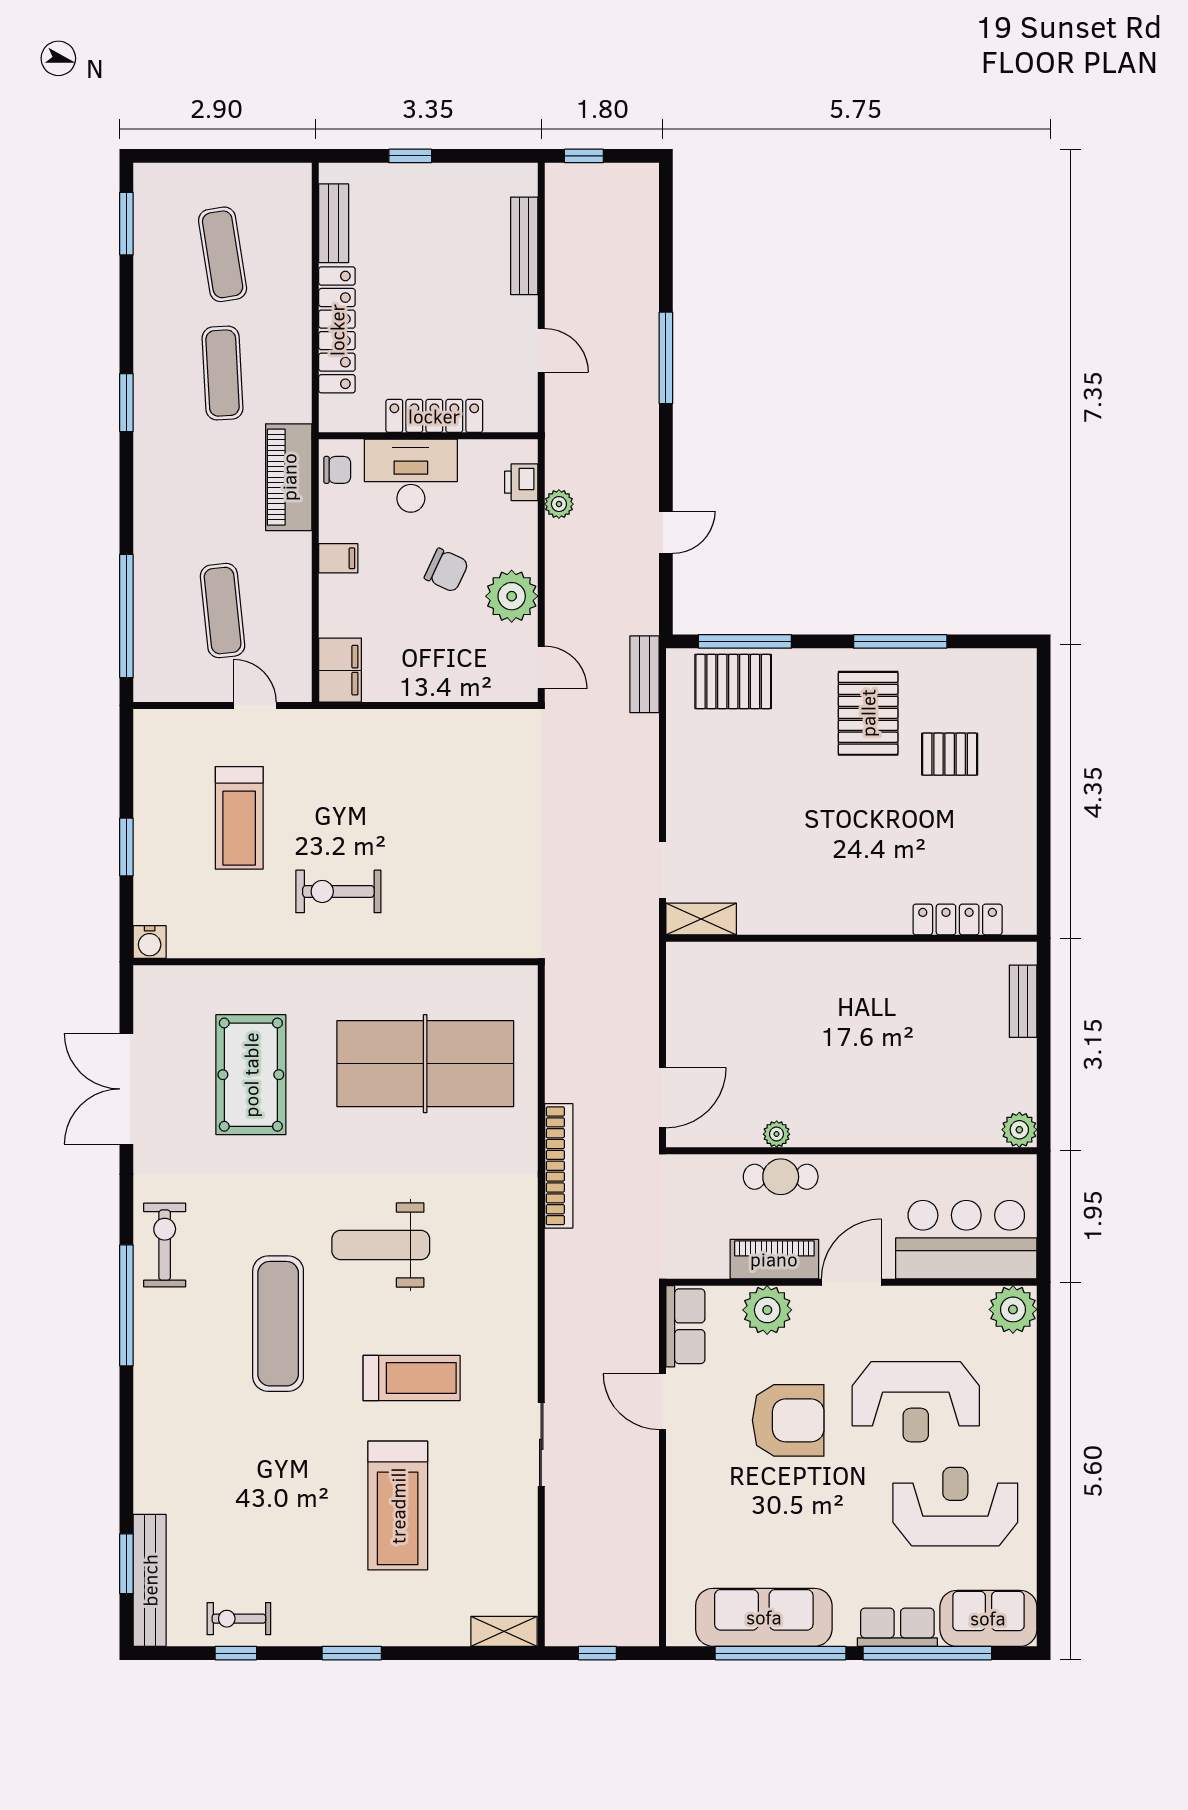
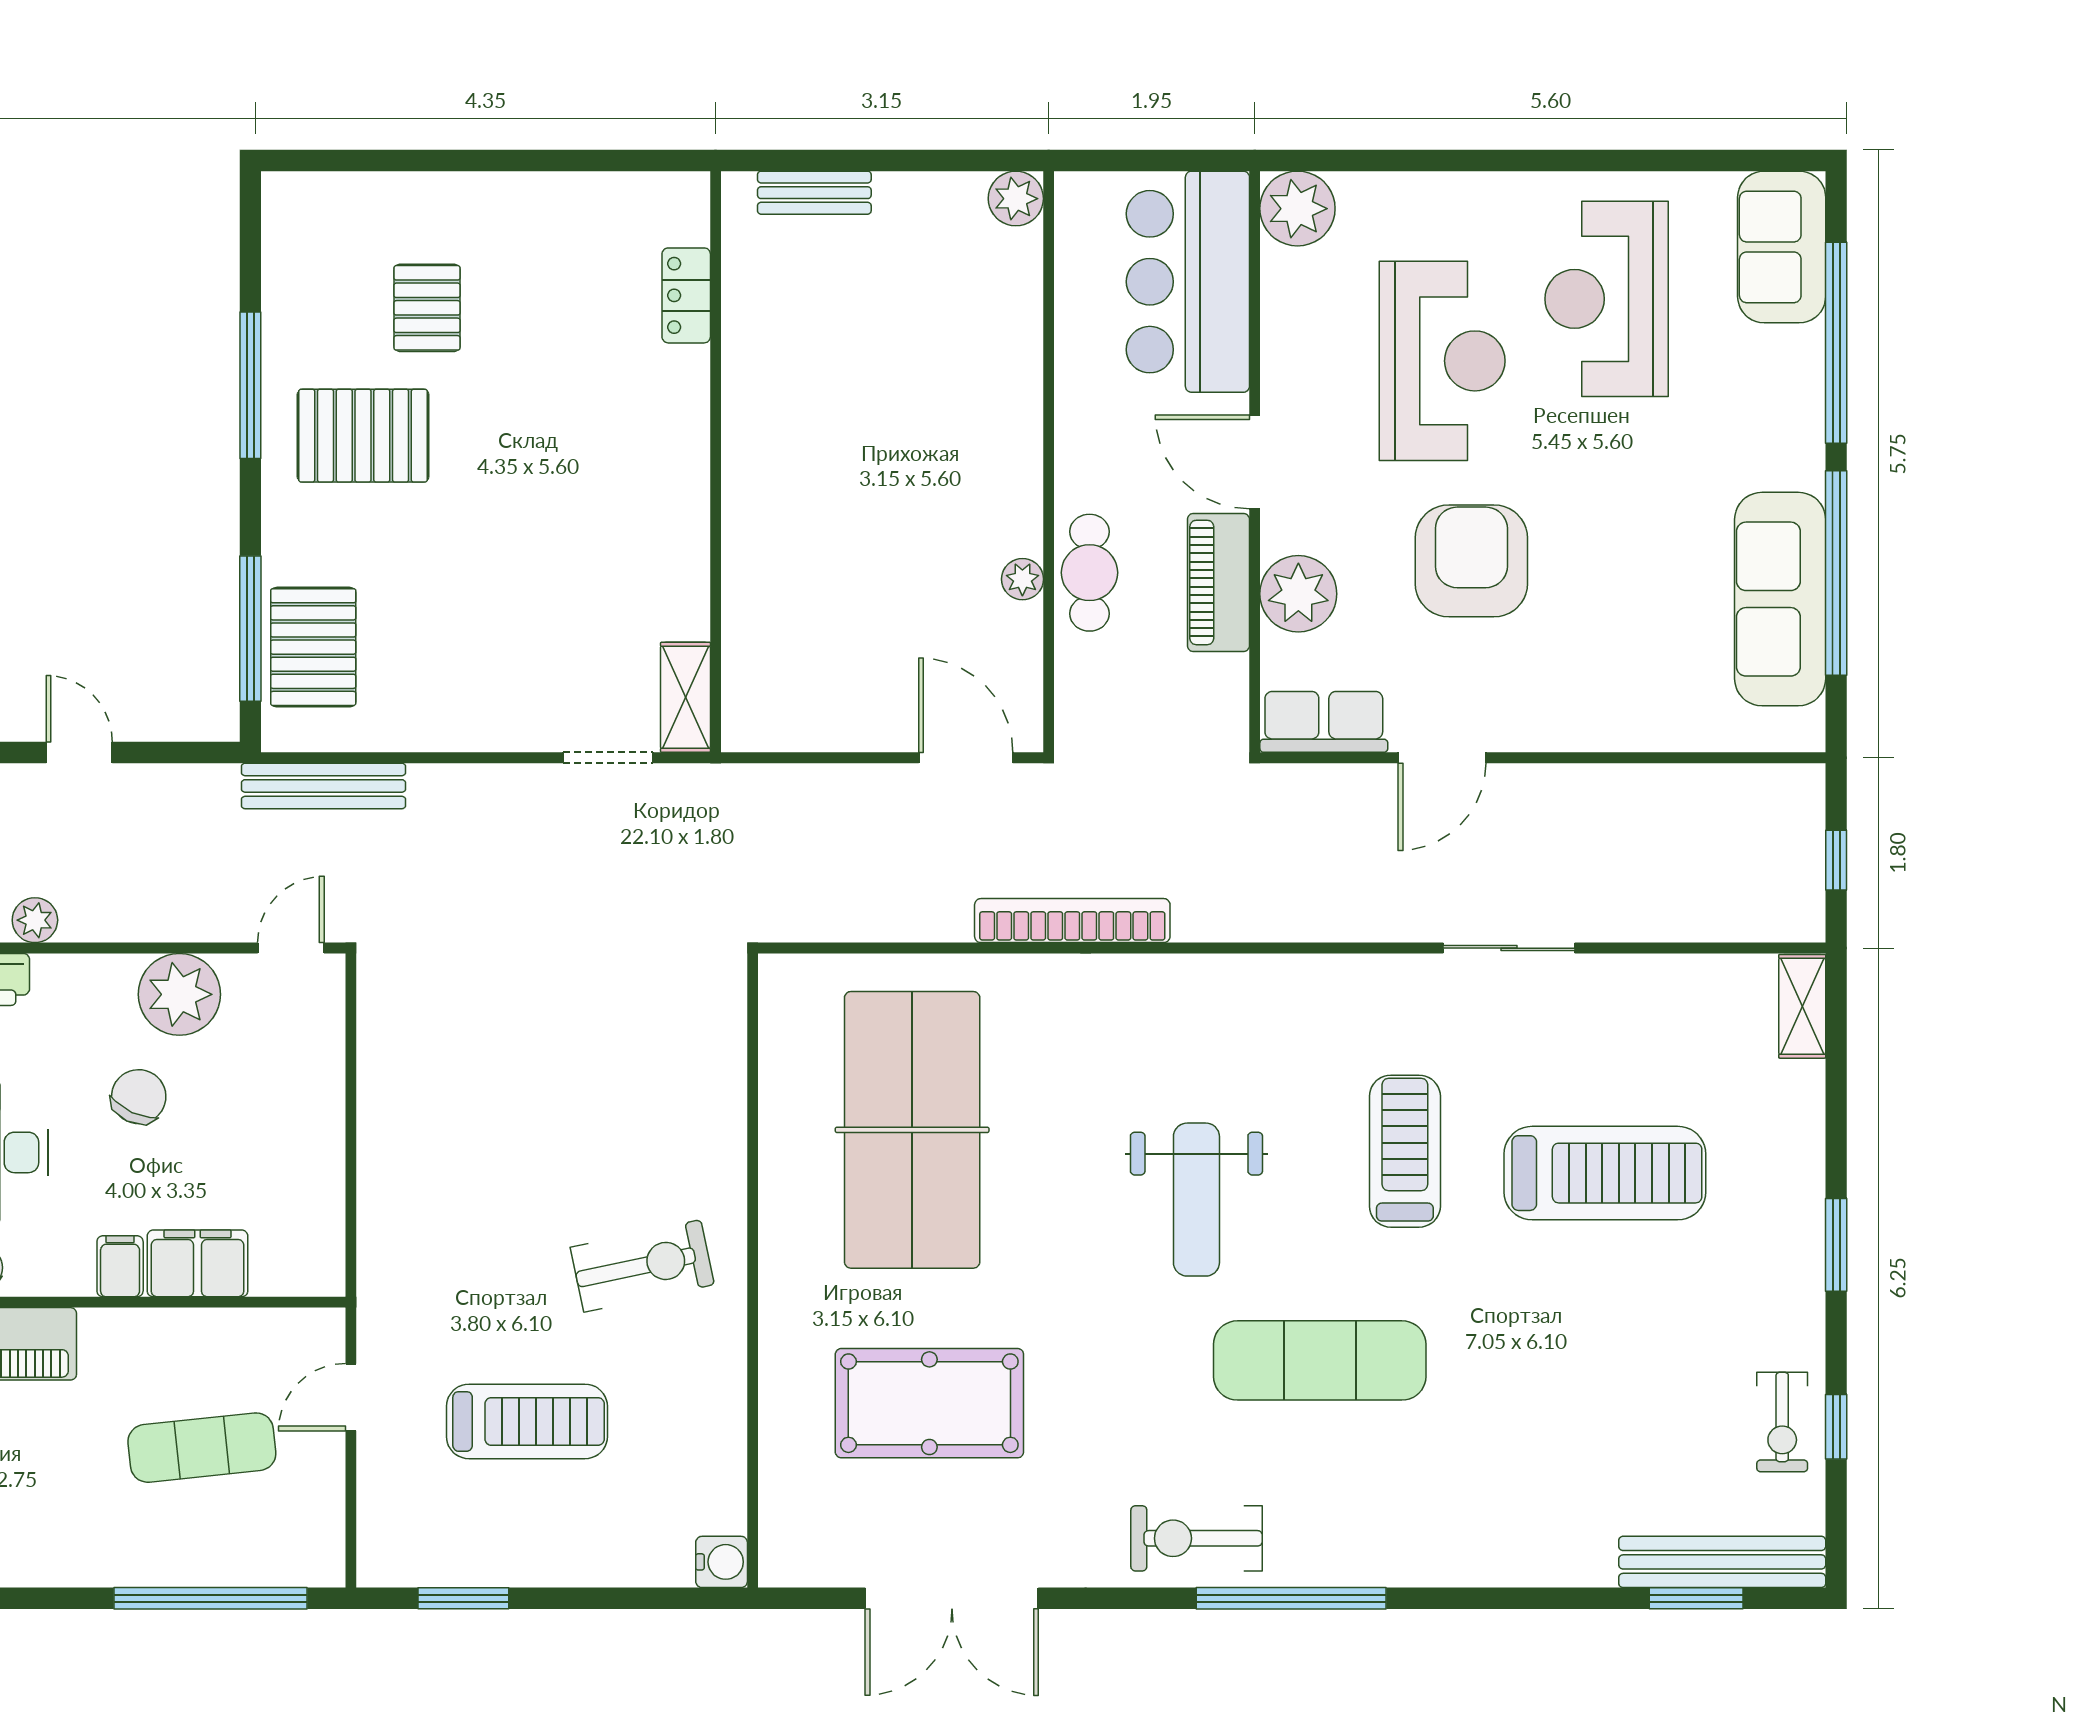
filing cabinet: (340, 670) -> (197, 1263), moved
bench: (645, 674) -> (323, 786), width x1.36
window: (126, 847) -> (463, 1598), moved
exercise bike: (338, 891) -> (642, 1266), turned -102
locker: (958, 919) -> (686, 295), width x0.66
row of seats: (897, 1627) -> (1796, 390), removed

